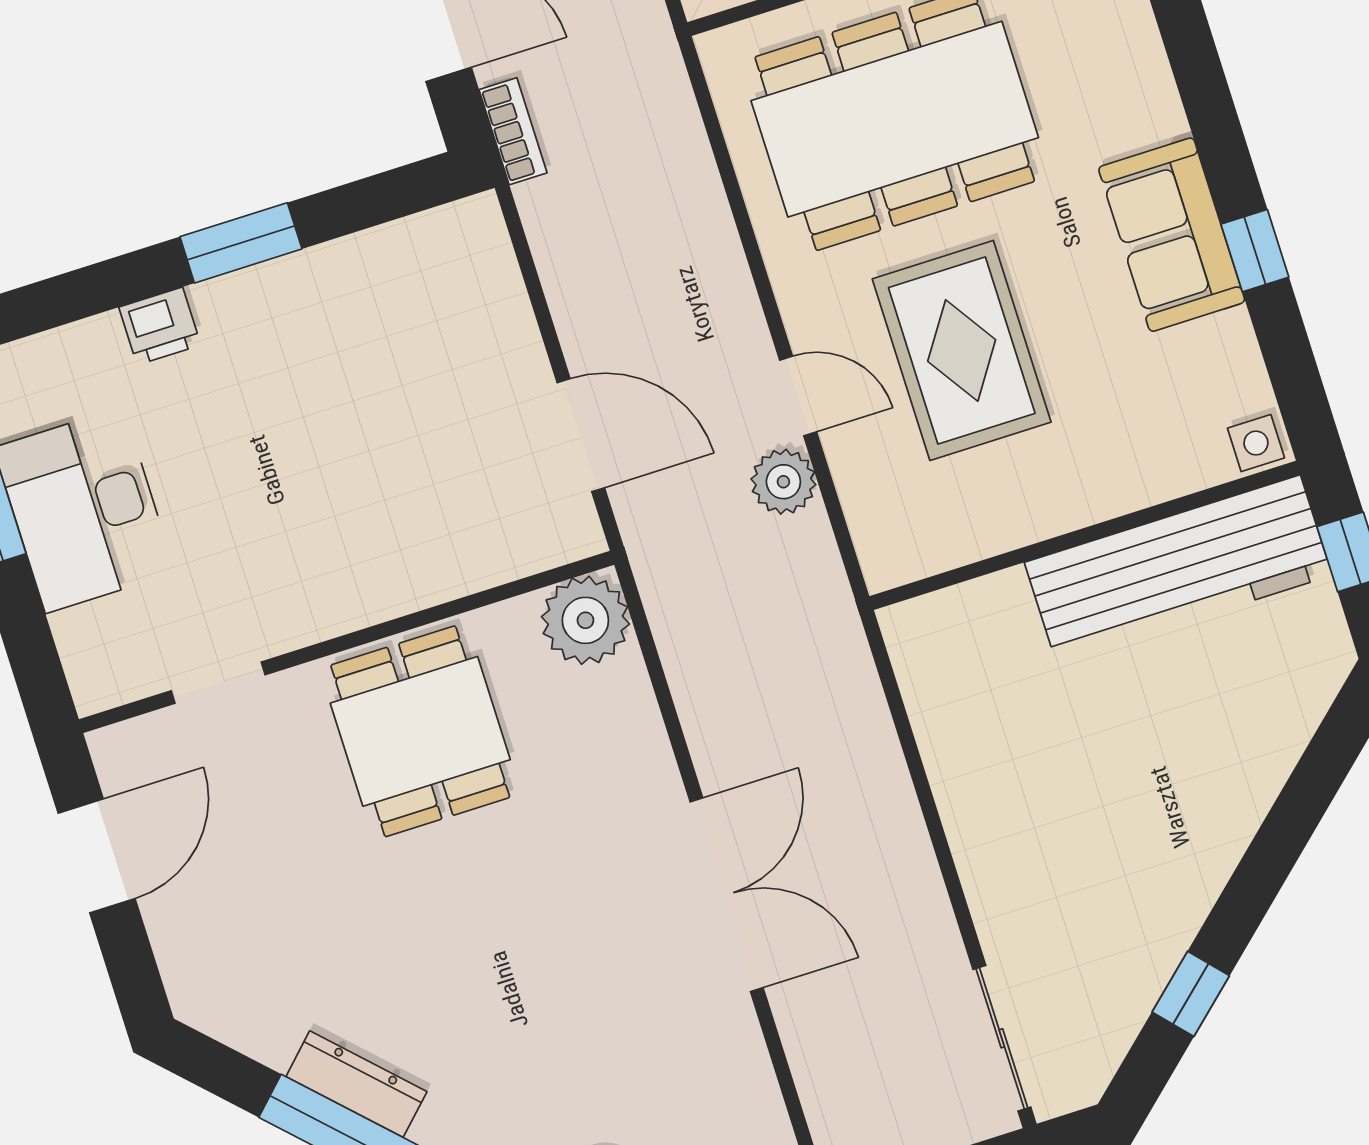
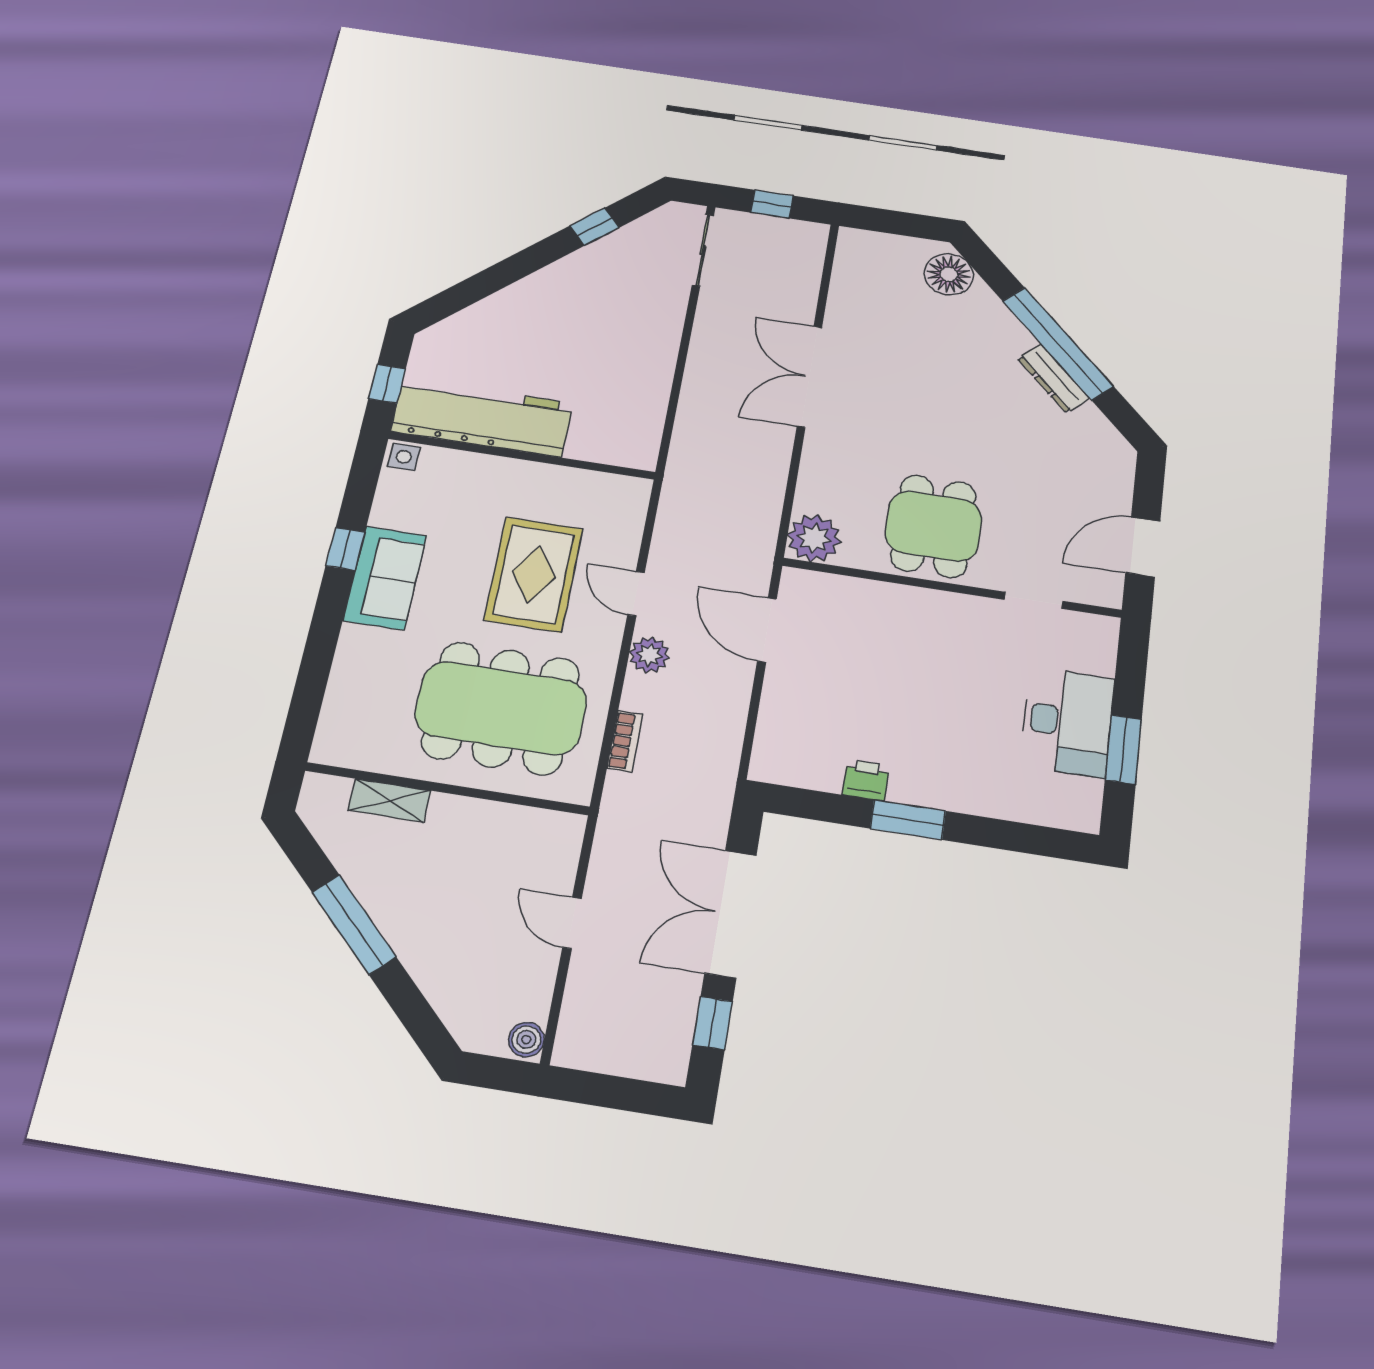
bookcase: (513, 131) -> (625, 741), moved, turned 180
printer: (160, 326) -> (866, 780), moved
plant: (783, 482) -> (649, 655), moved

